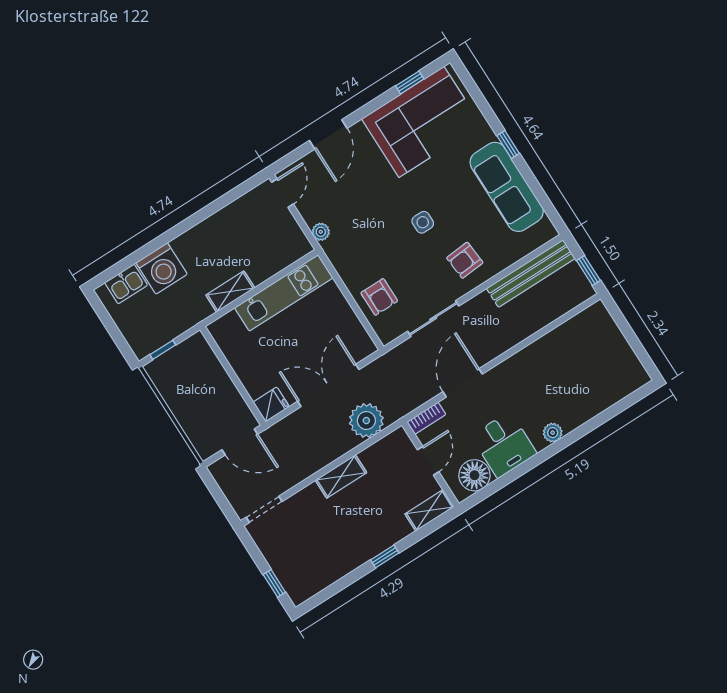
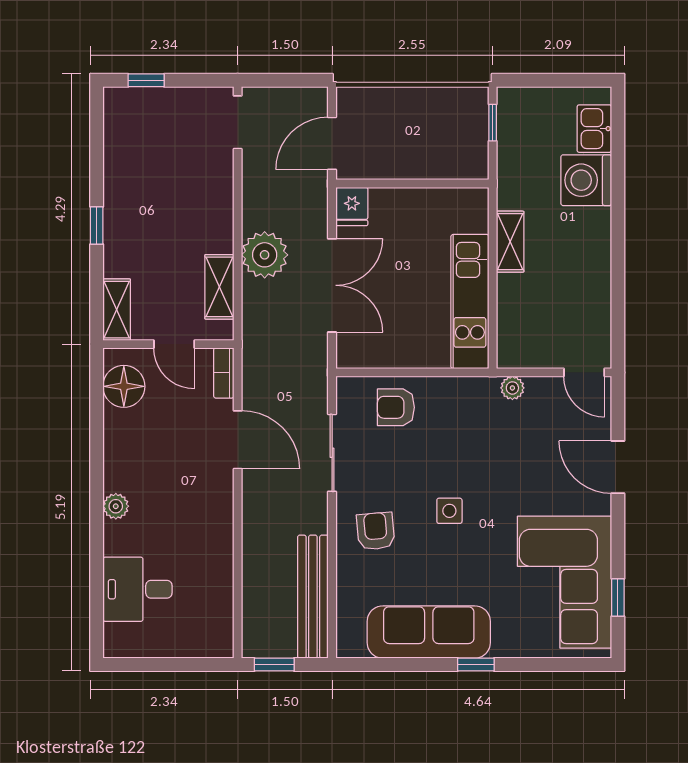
plant: (366, 421) -> (265, 255), moved
desk: (504, 445) -> (137, 589), moved
shelving: (341, 476) -> (219, 287), moved

